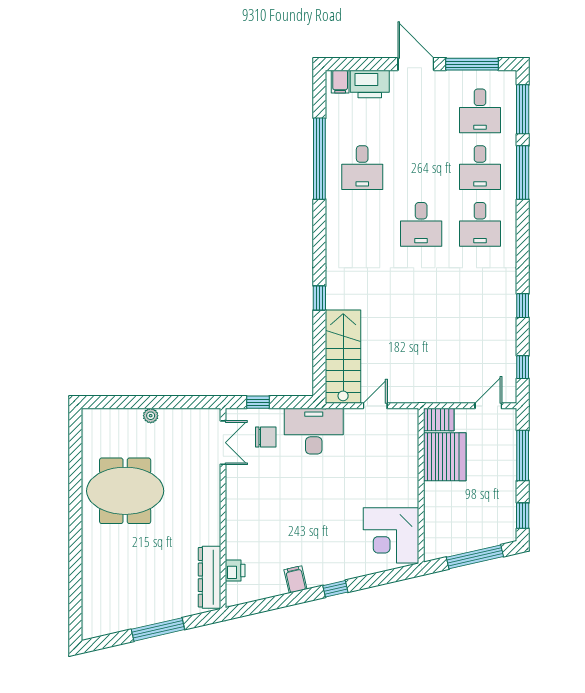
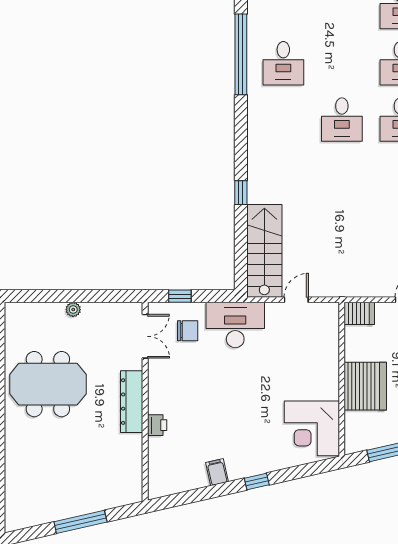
server rack: (445, 457) -> (365, 386), moved
printer: (235, 570) -> (157, 425), moved
dresser: (210, 577) -> (132, 402), moved

